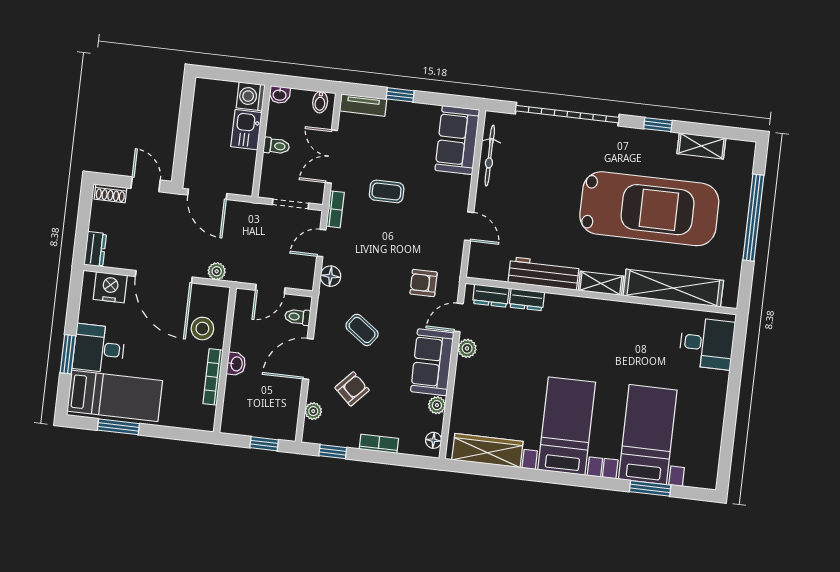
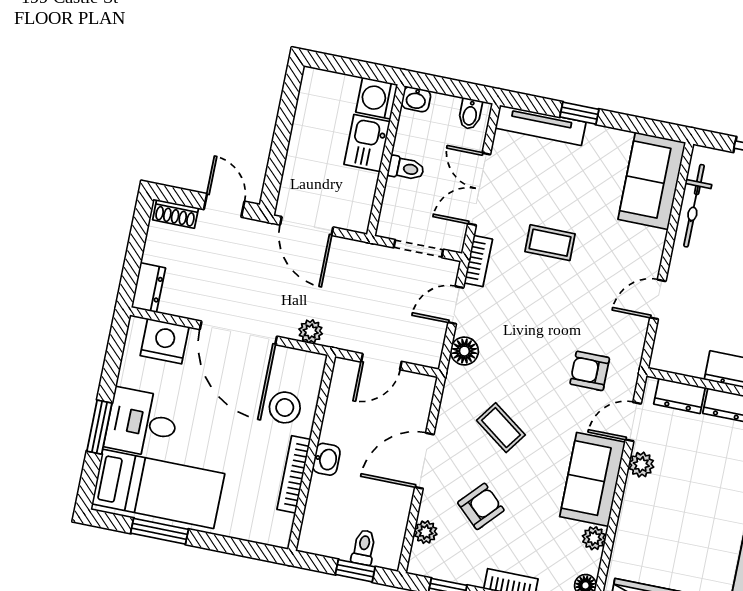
tv unit: (363, 105) -> (541, 125), width x1.41
door: (469, 226) -> (658, 299), swing flipped
toilet: (298, 317) -> (364, 547), moved, turned 90

